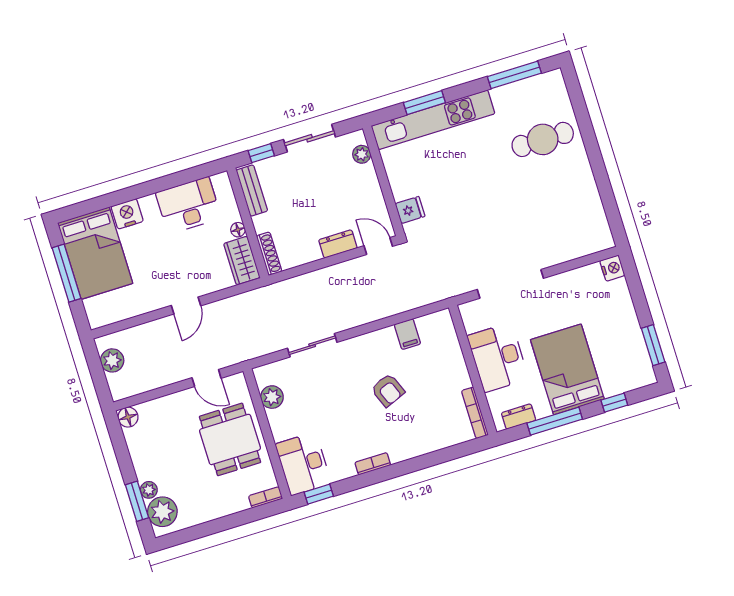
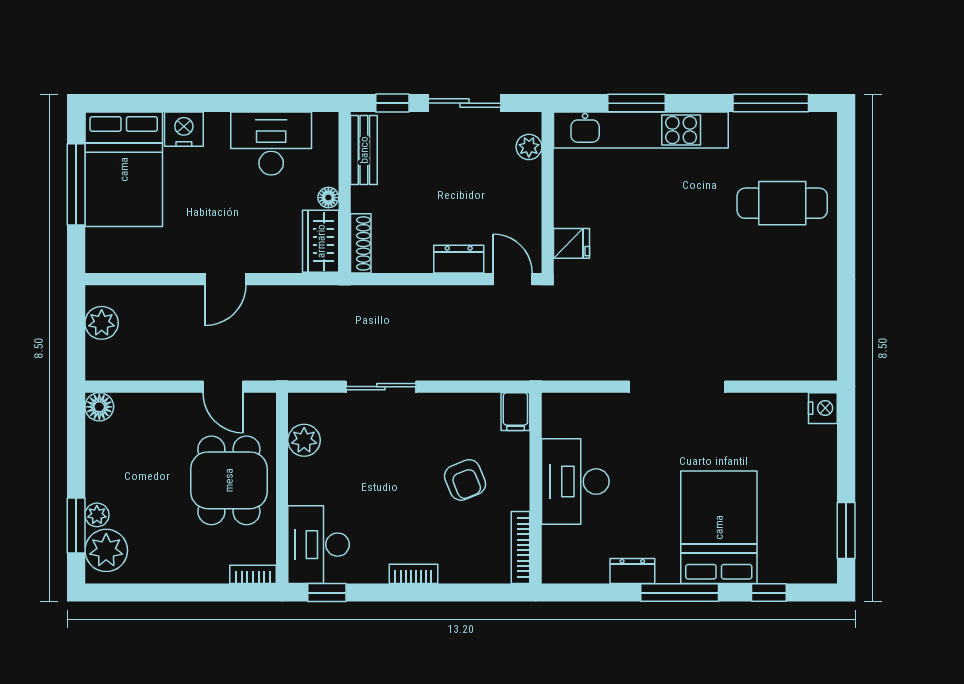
desk: (498, 357) -> (575, 482), moved
wall: (473, 370) -> (536, 488), moved
bookcase: (475, 413) -> (521, 548), moved

